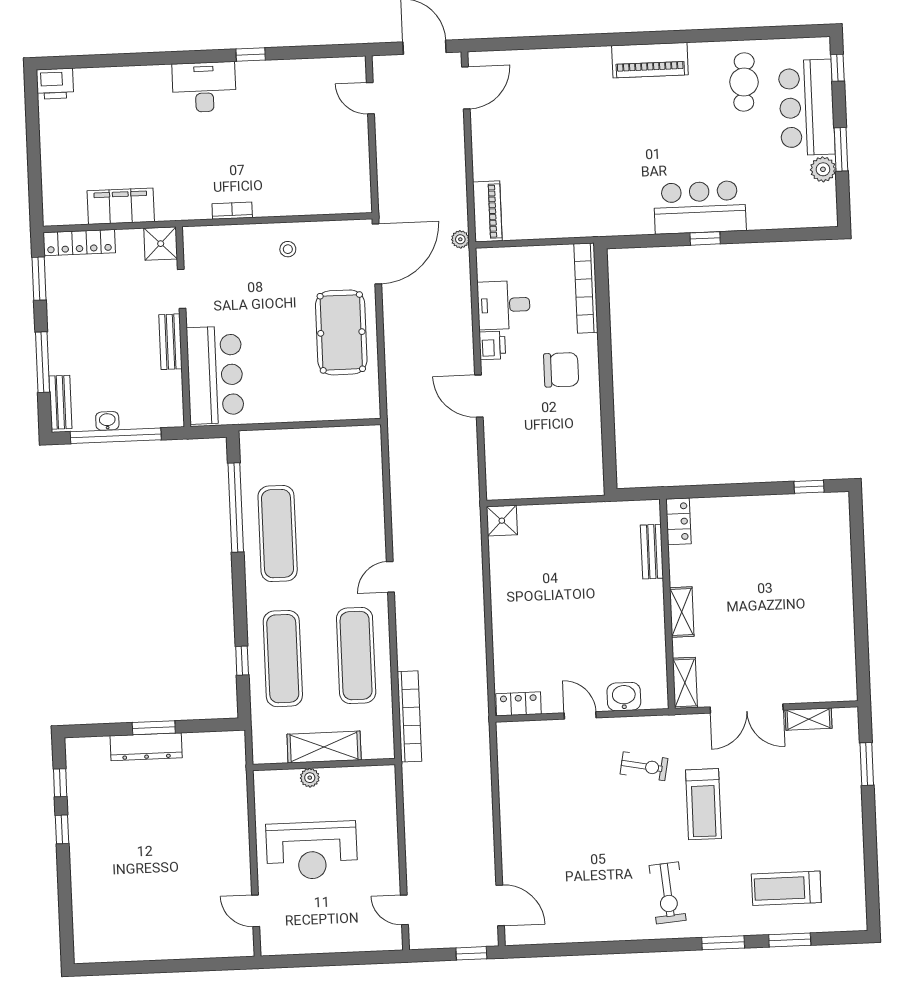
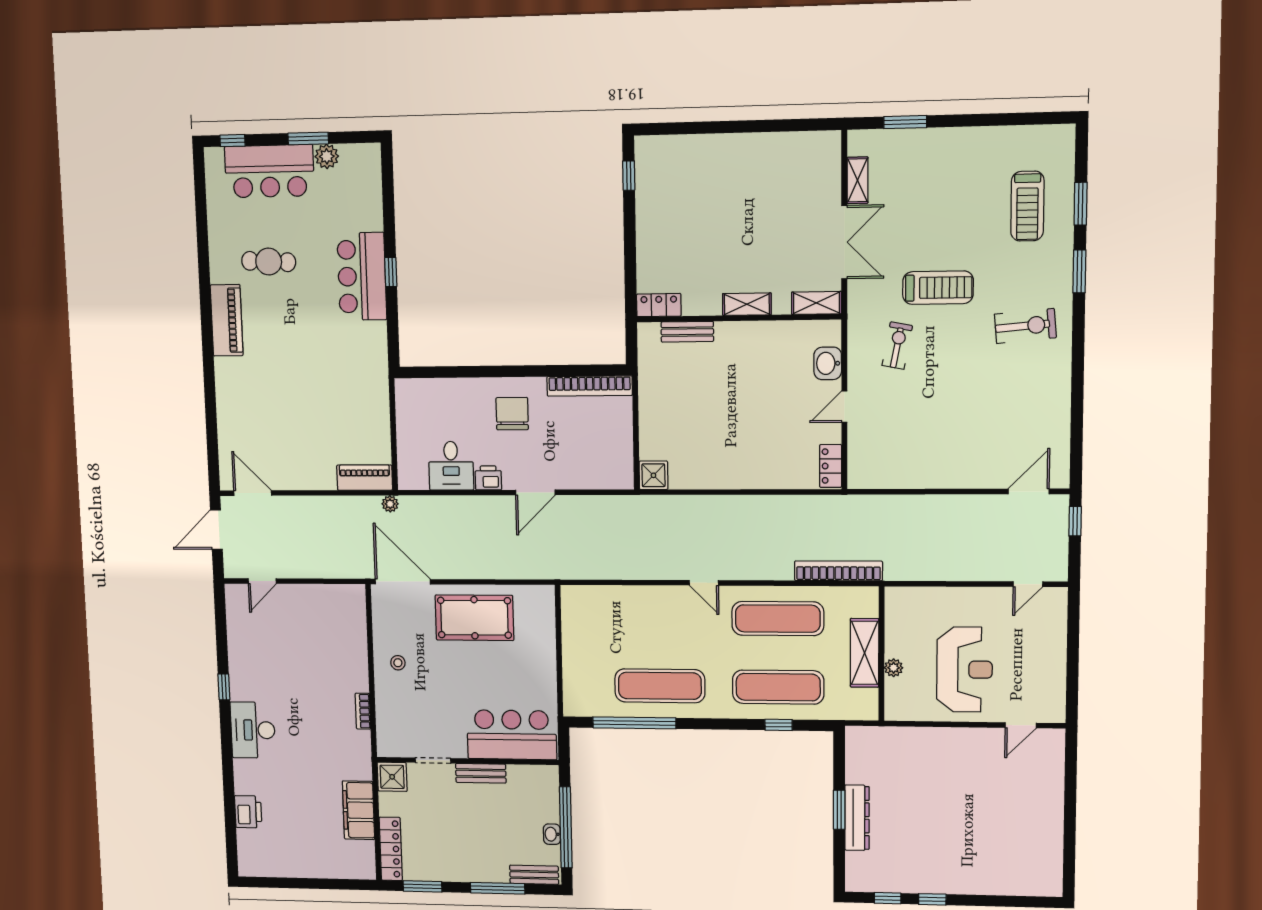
cafe table: (744, 82) -> (269, 262), moved
printer: (55, 84) -> (248, 812), moved
bookcase: (586, 288) -> (590, 386), moved

